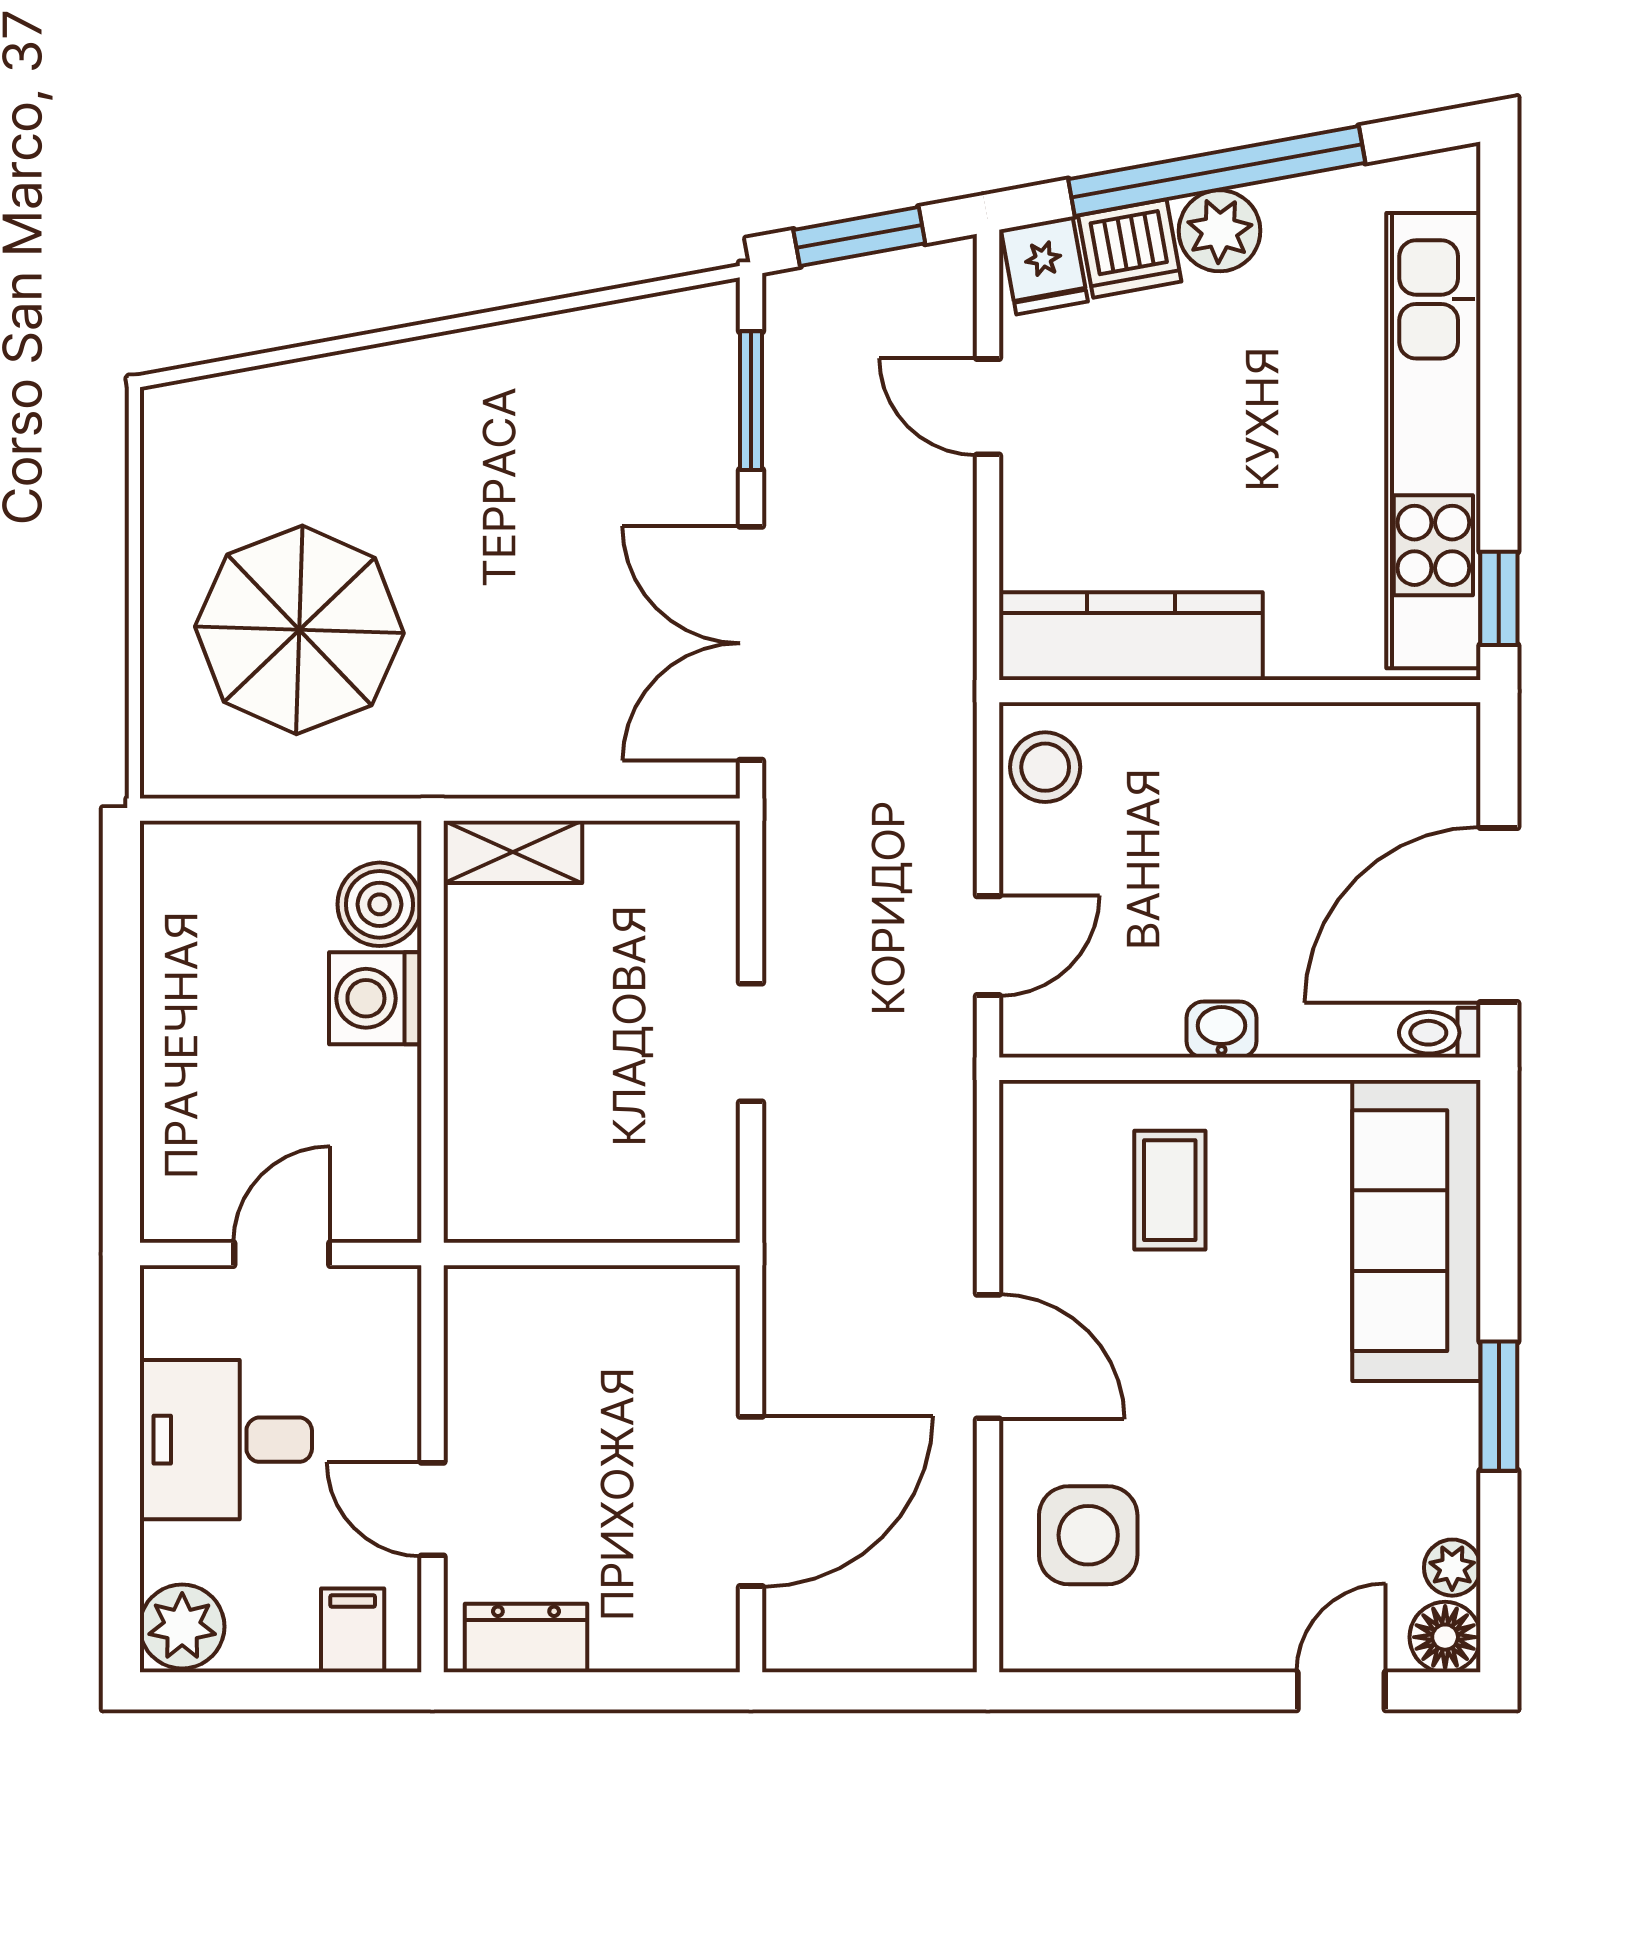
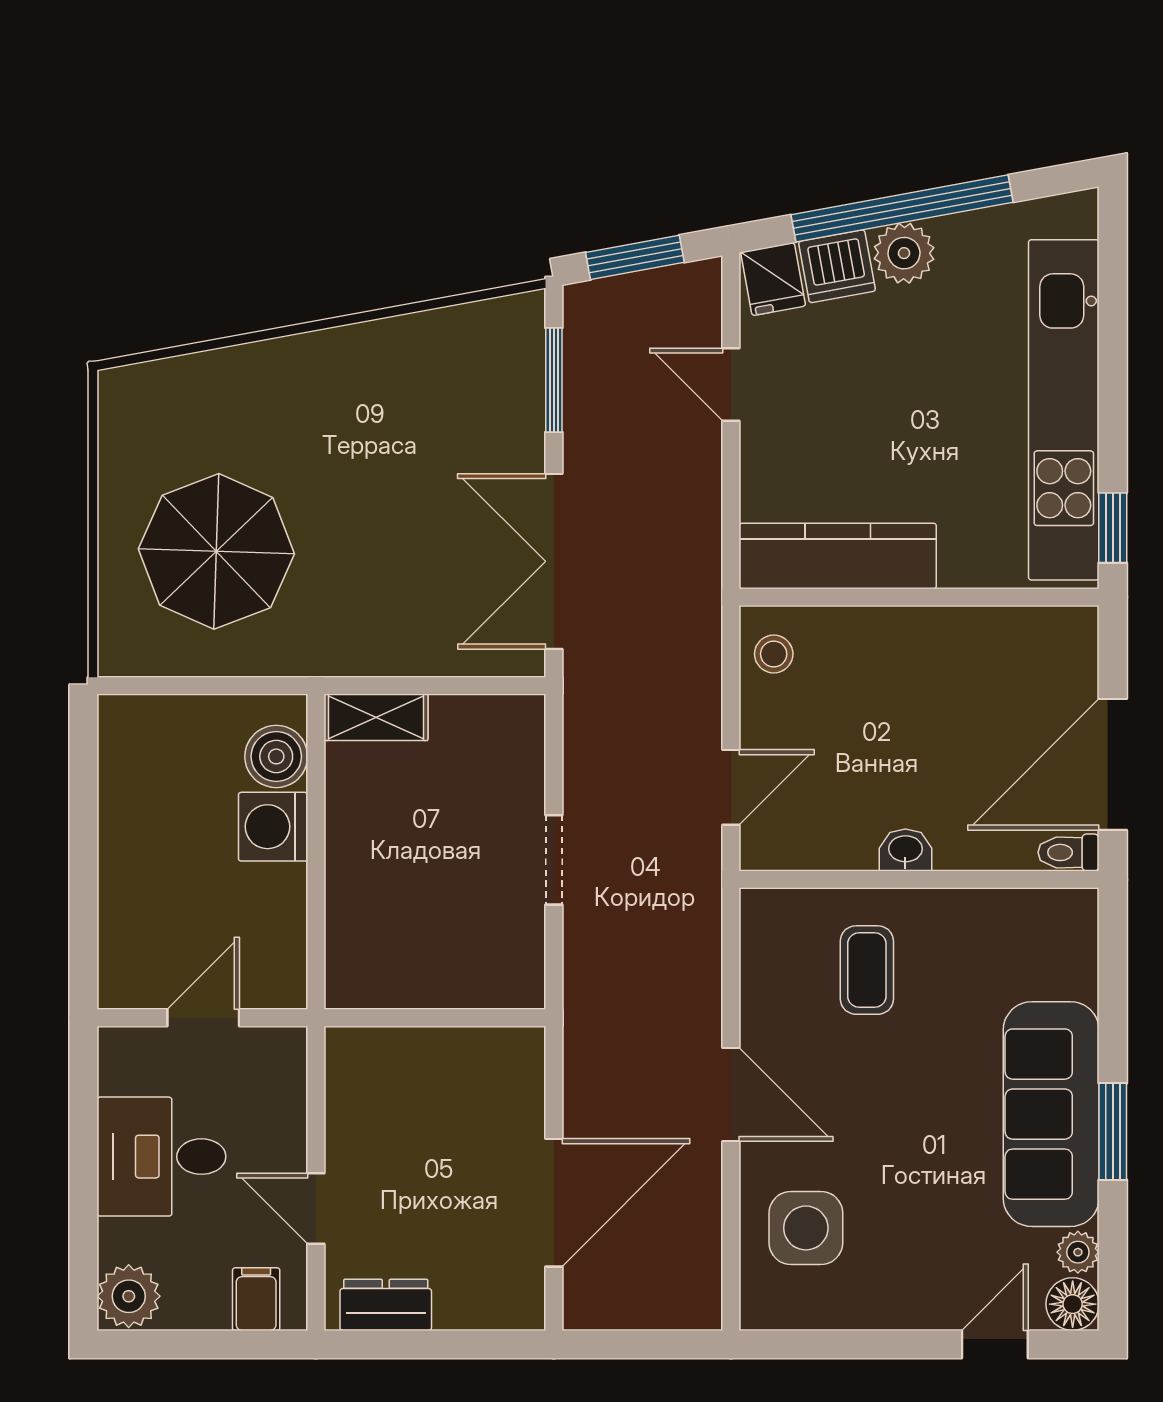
stool: (1045, 767) -> (774, 654), width x0.73, depth x0.73
sofa: (1416, 1231) -> (1051, 1114), moved

